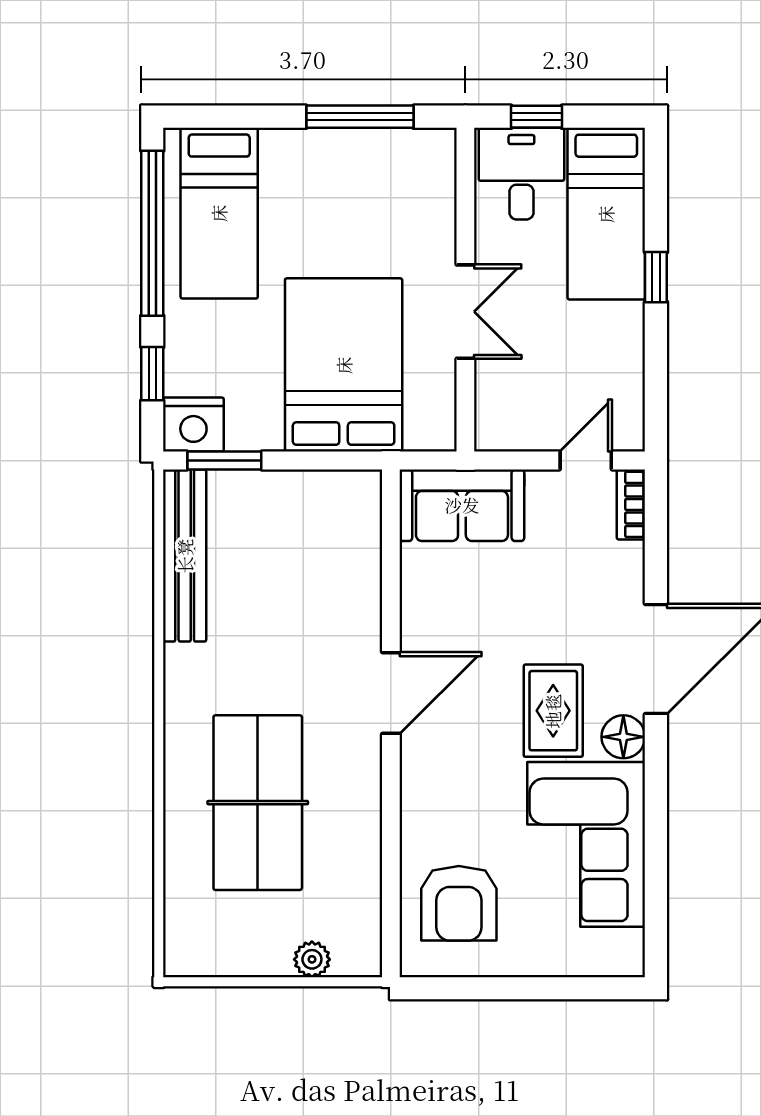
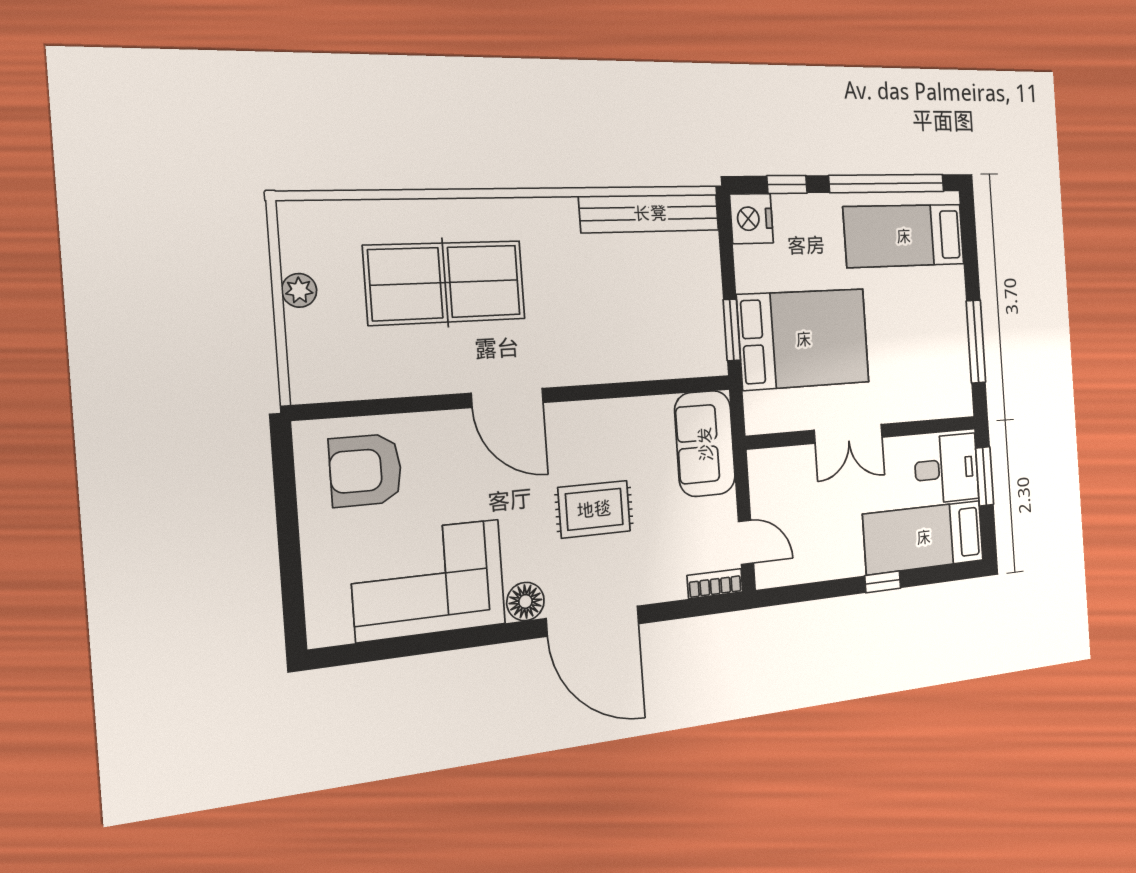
window: (537, 117) -> (985, 476), width x1.50
window: (224, 461) -> (732, 330), moved
door: (391, 693) -> (508, 398), moved
rug: (553, 711) -> (594, 509), moved
plant: (312, 959) -> (299, 290), moved

